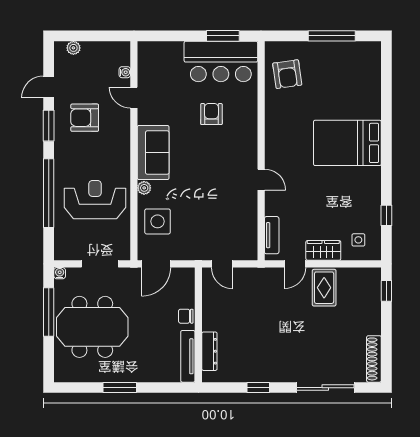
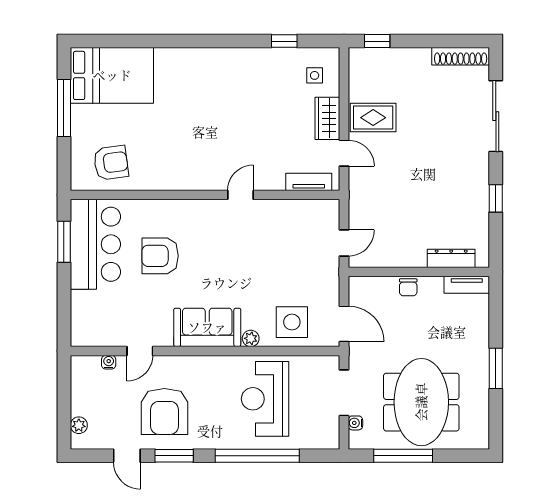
armchair: (211, 114) -> (160, 256), width x1.38, depth x1.38
armchair: (85, 118) -> (164, 411), width x1.36, depth x1.36
bed: (347, 143) -> (112, 75), moved, turned -90
water cooler: (60, 273) -> (355, 423), moved
tv unit: (188, 356) -> (467, 285), width x0.71

